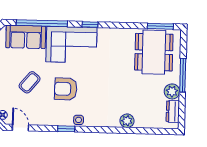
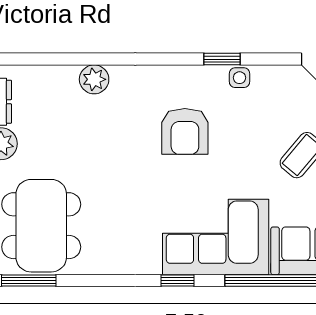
armchair: (66, 89) -> (185, 131), moved, turned 89
side table: (79, 120) -> (239, 78), moved

